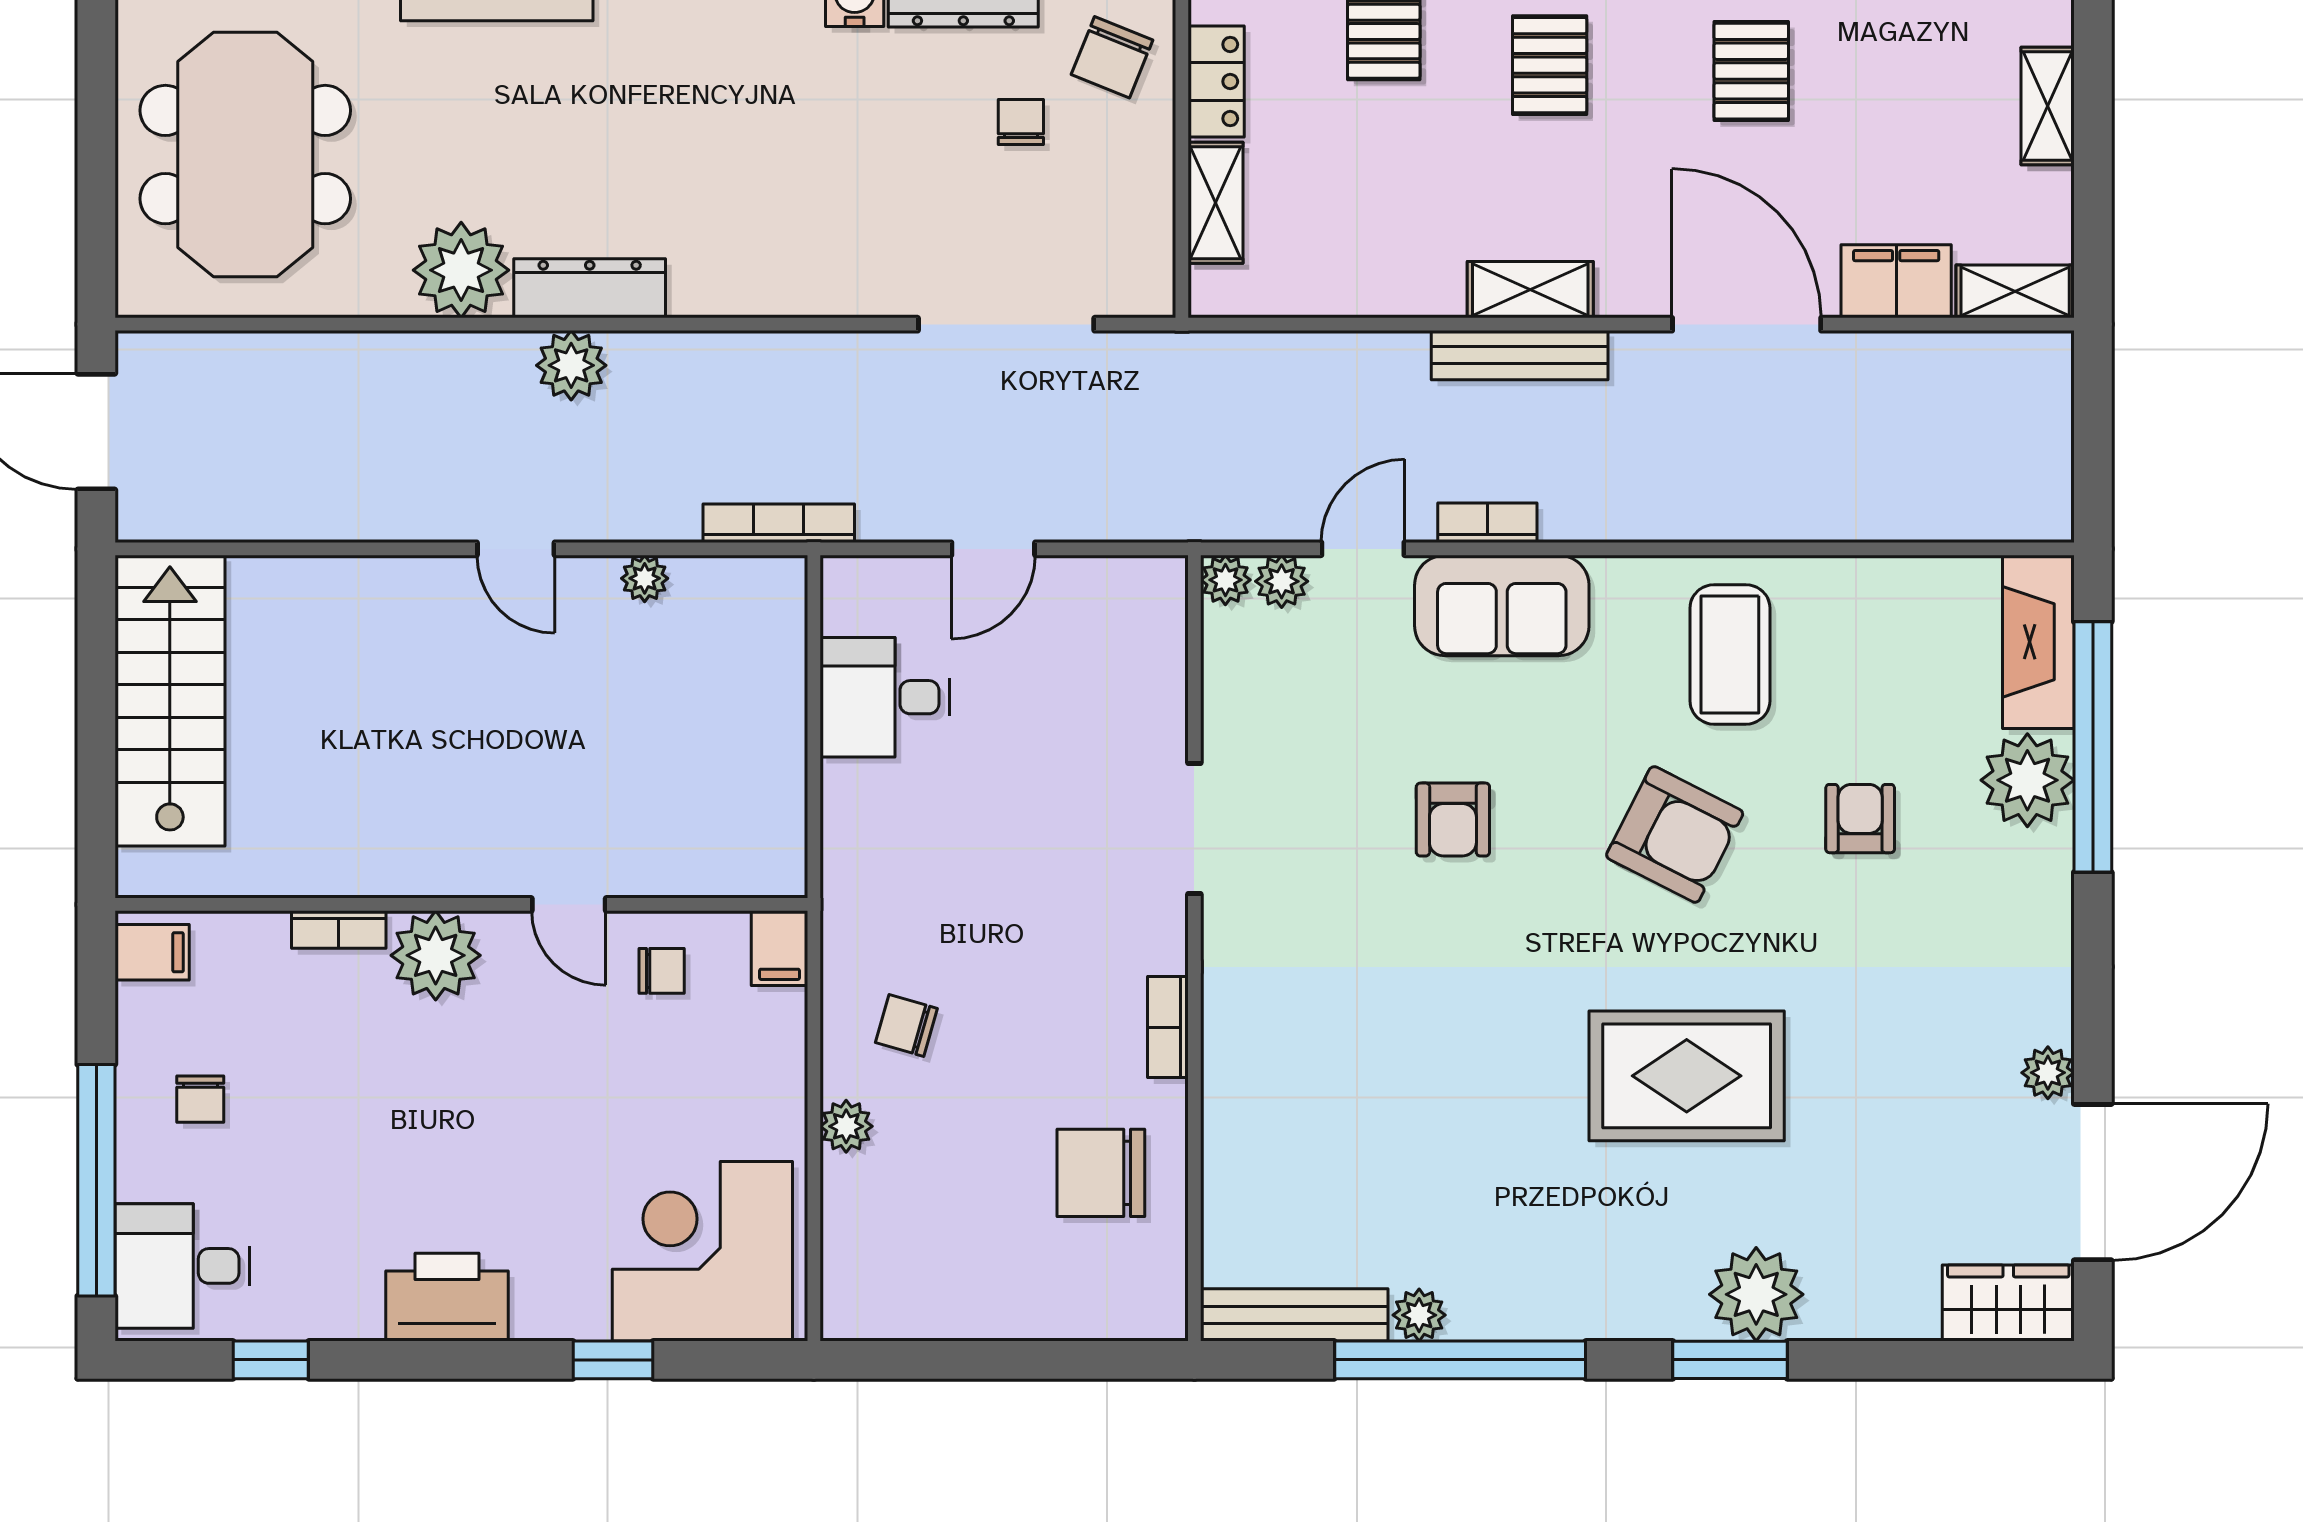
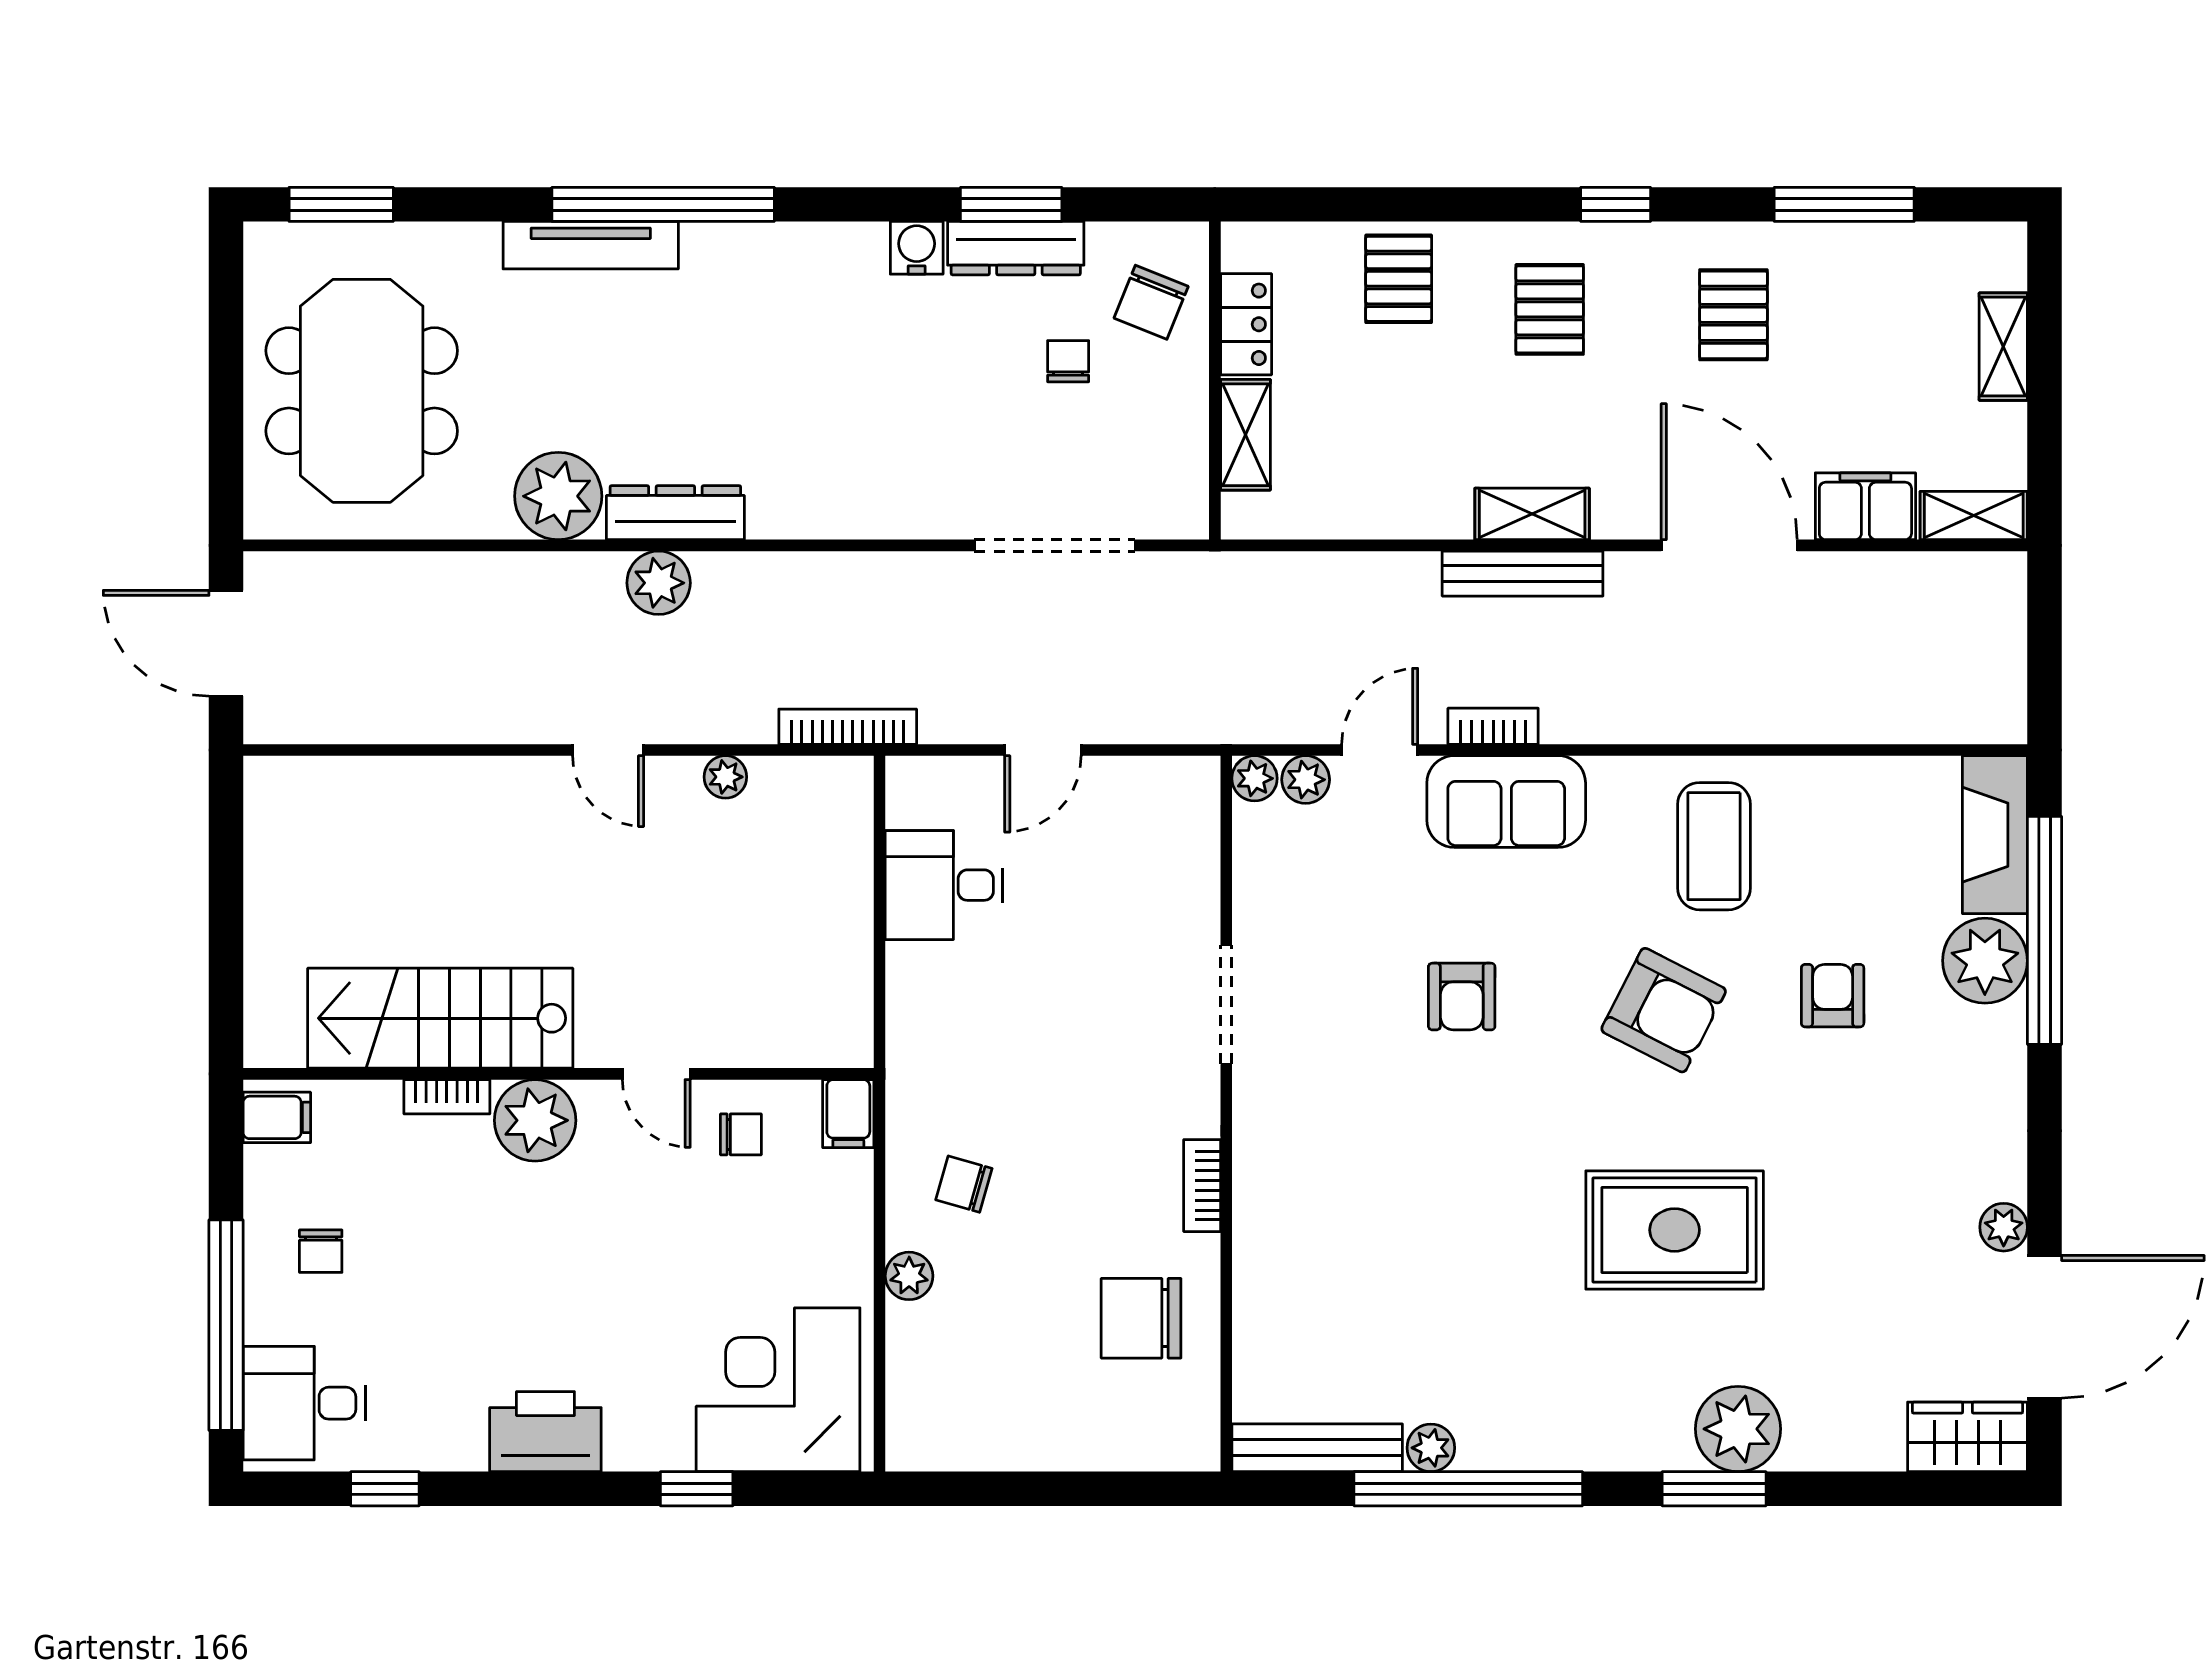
stairs: (170, 701) -> (440, 1018), moved, turned -90

